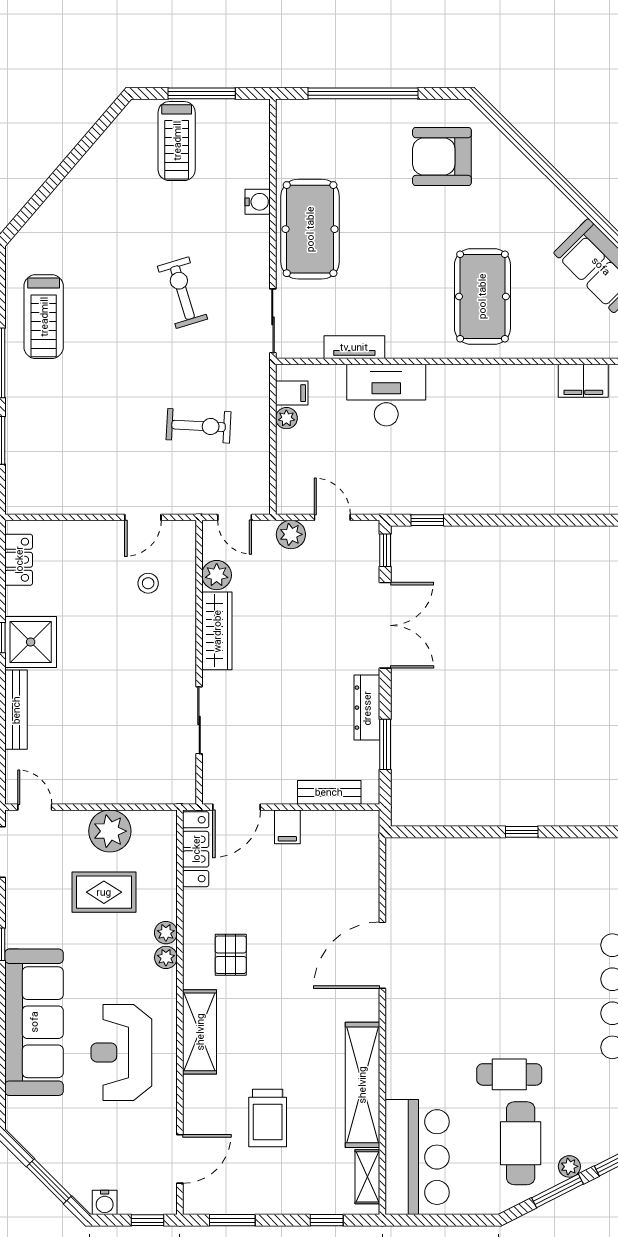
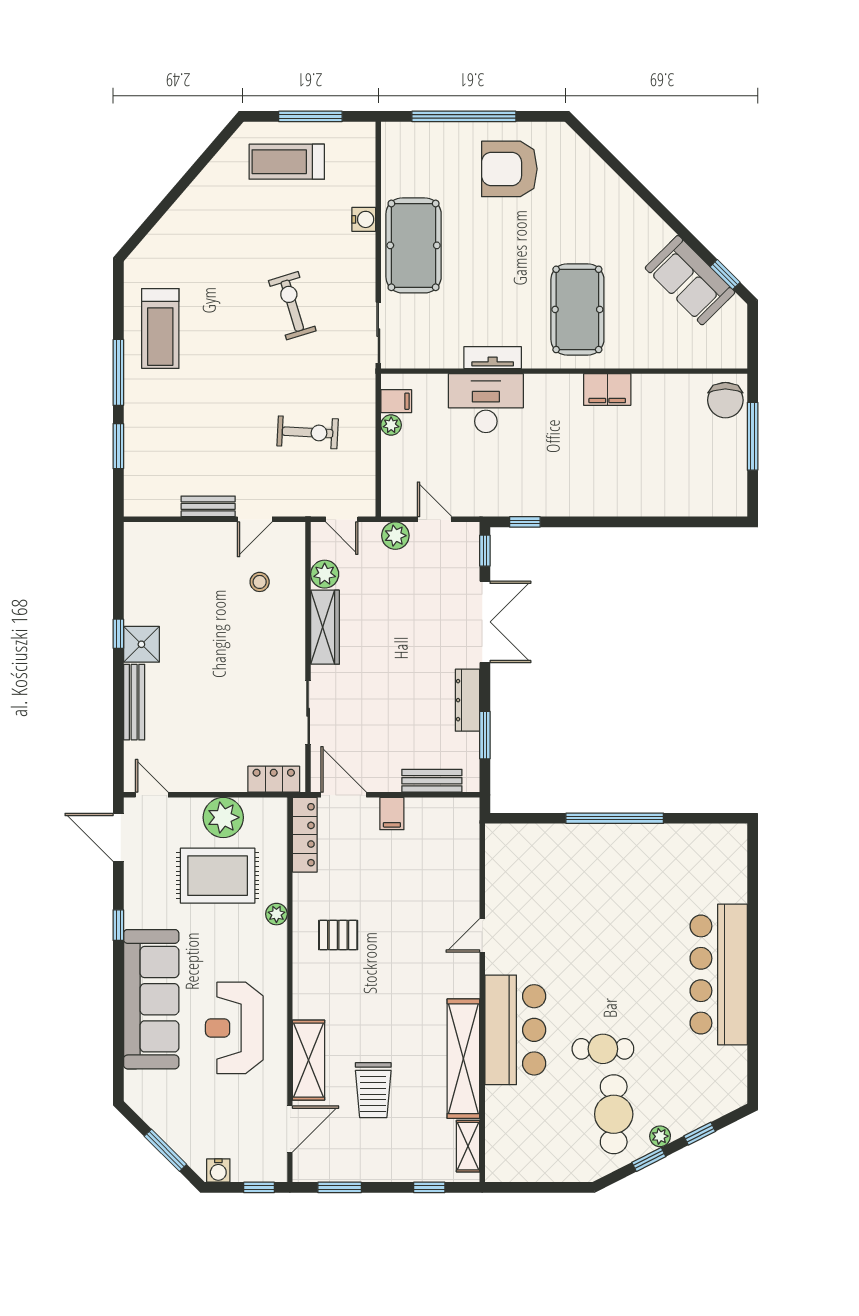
treadmill: (177, 141) -> (287, 162), turned 90
armchair: (442, 157) -> (509, 169), moved
tv unit: (354, 347) -> (493, 358), moved
filing cabinet: (583, 381) -> (607, 389), moved
bench: (94, 504) -> (208, 506), added
locker: (19, 560) -> (274, 779), moved, turned -90
shower: (31, 642) -> (141, 644), width x0.73, depth x0.73
door: (236, 807) -> (344, 795), swing flipped
window: (522, 832) -> (615, 818), width x3.17
rug: (104, 892) -> (218, 876), width x1.36, depth x1.43
pallet: (231, 955) -> (338, 935), turned 90
door: (382, 955) -> (482, 935), width x0.53
plant: (166, 957) -> (277, 938), removed
shelving: (200, 1032) -> (309, 1060), moved
bar counter: (417, 1157) -> (515, 1030), moved
window: (558, 1191) -> (649, 1159), width x0.67

